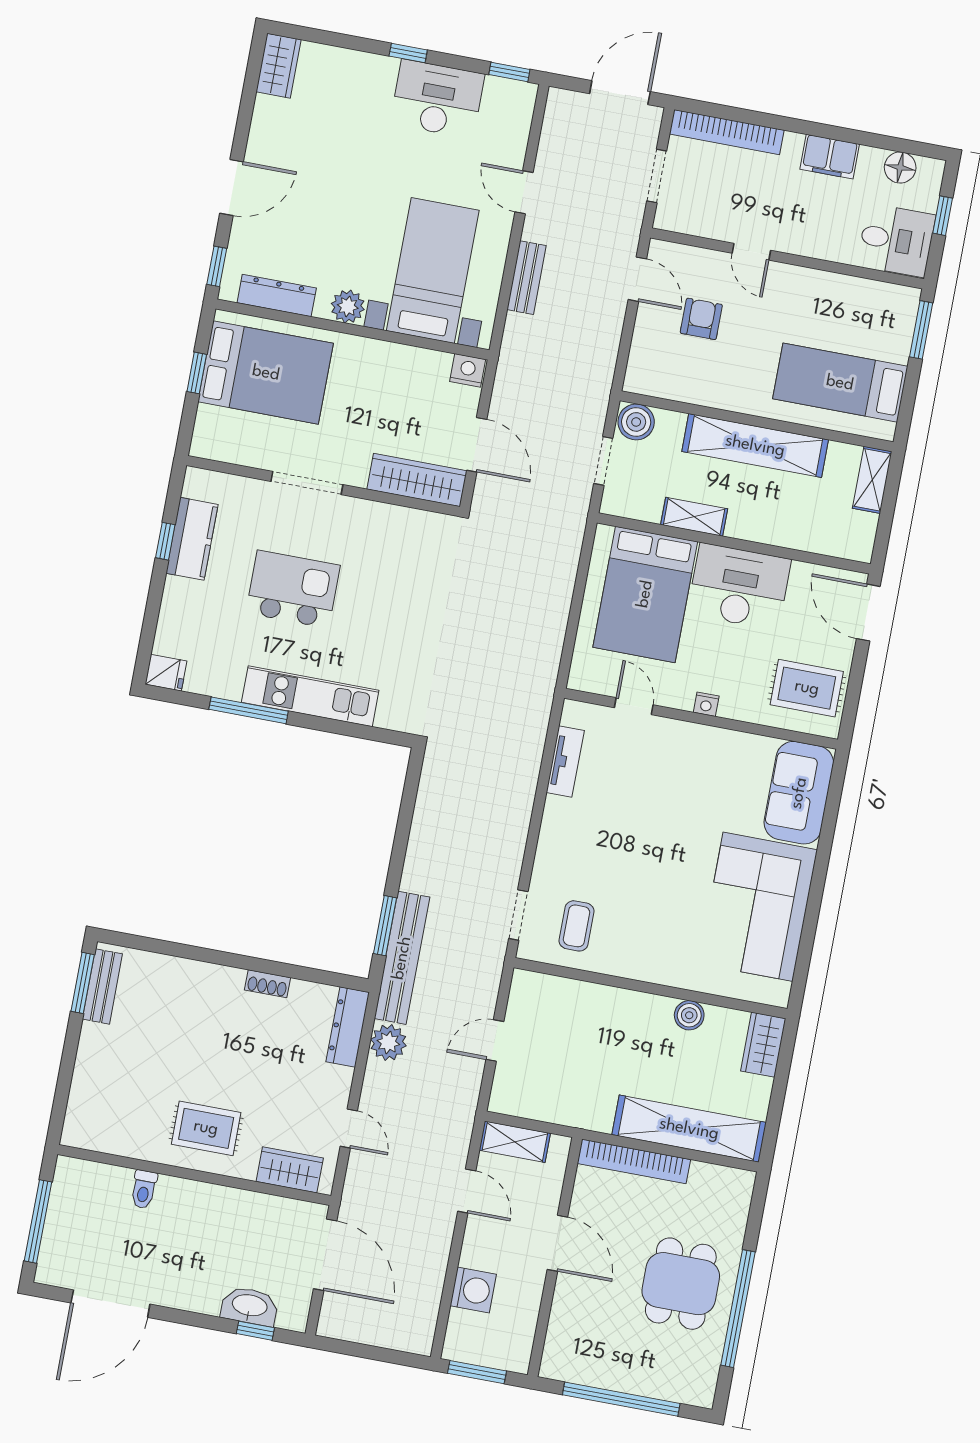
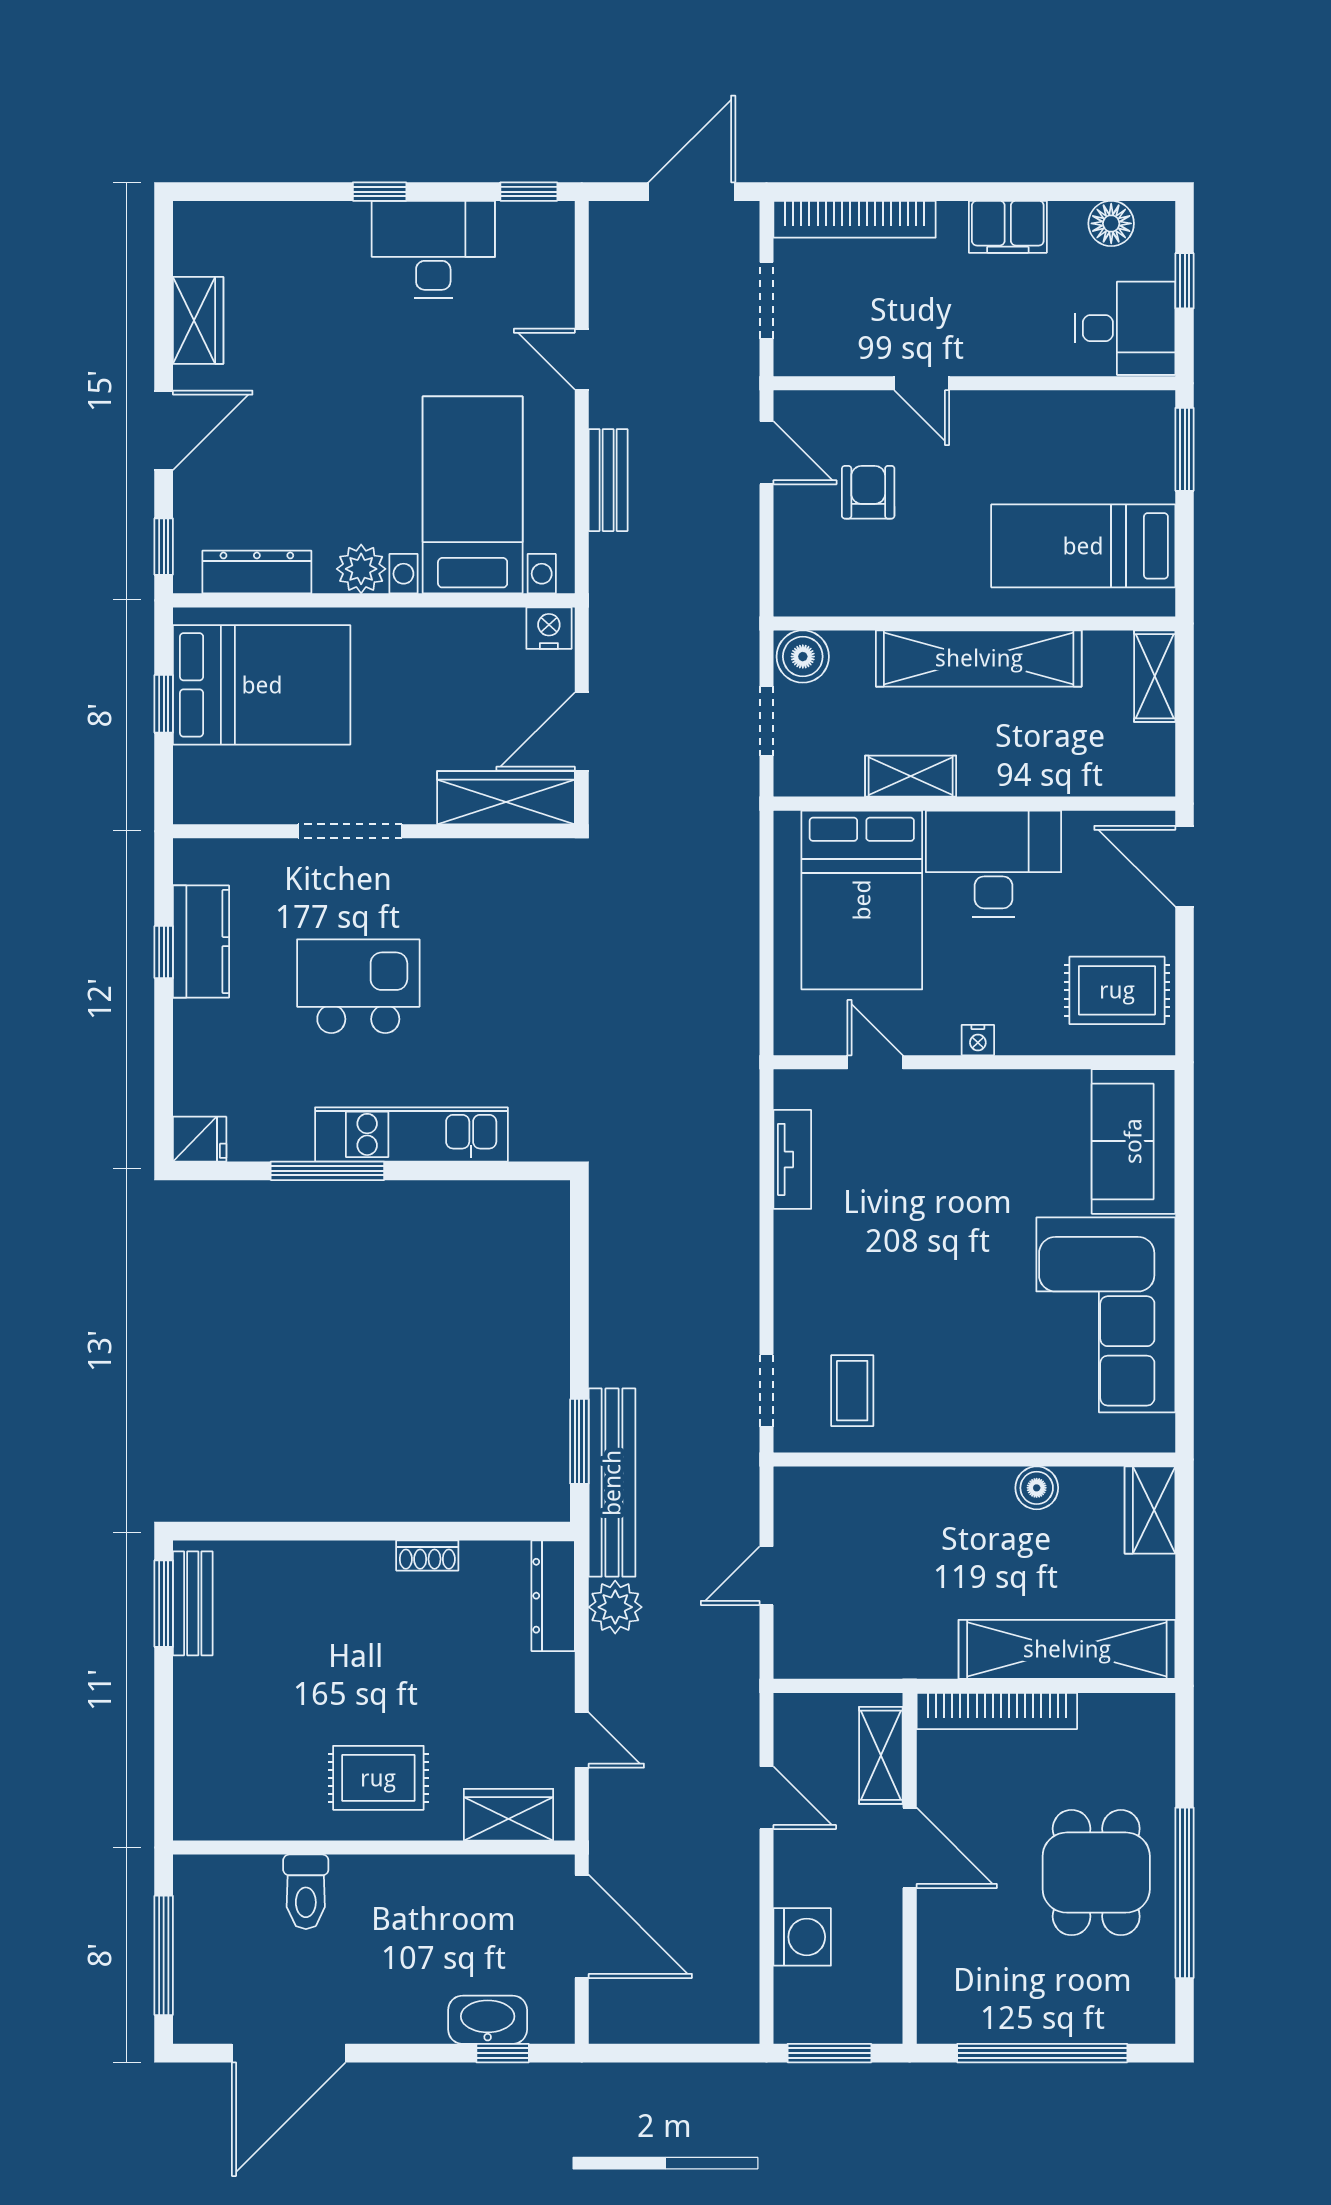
wardrobe: (278, 66) -> (198, 320), moved
door: (477, 445) -> (582, 731), swing flipped
shelving: (515, 1142) -> (881, 1755), moved, turned 90
toilet: (144, 1189) -> (306, 1892), width x1.37, depth x1.39

